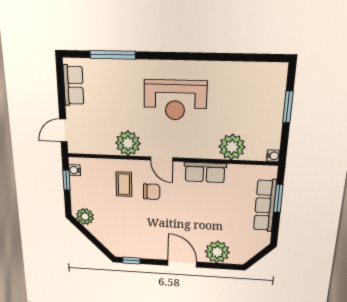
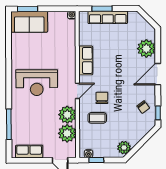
sofa: (269, 91) -> (29, 22), added
reception desk: (175, 100) -> (37, 83), turned 90
window: (288, 107) -> (28, 9), moved
plant: (232, 147) -> (67, 133), moved
chair: (139, 243) -> (143, 107), added

